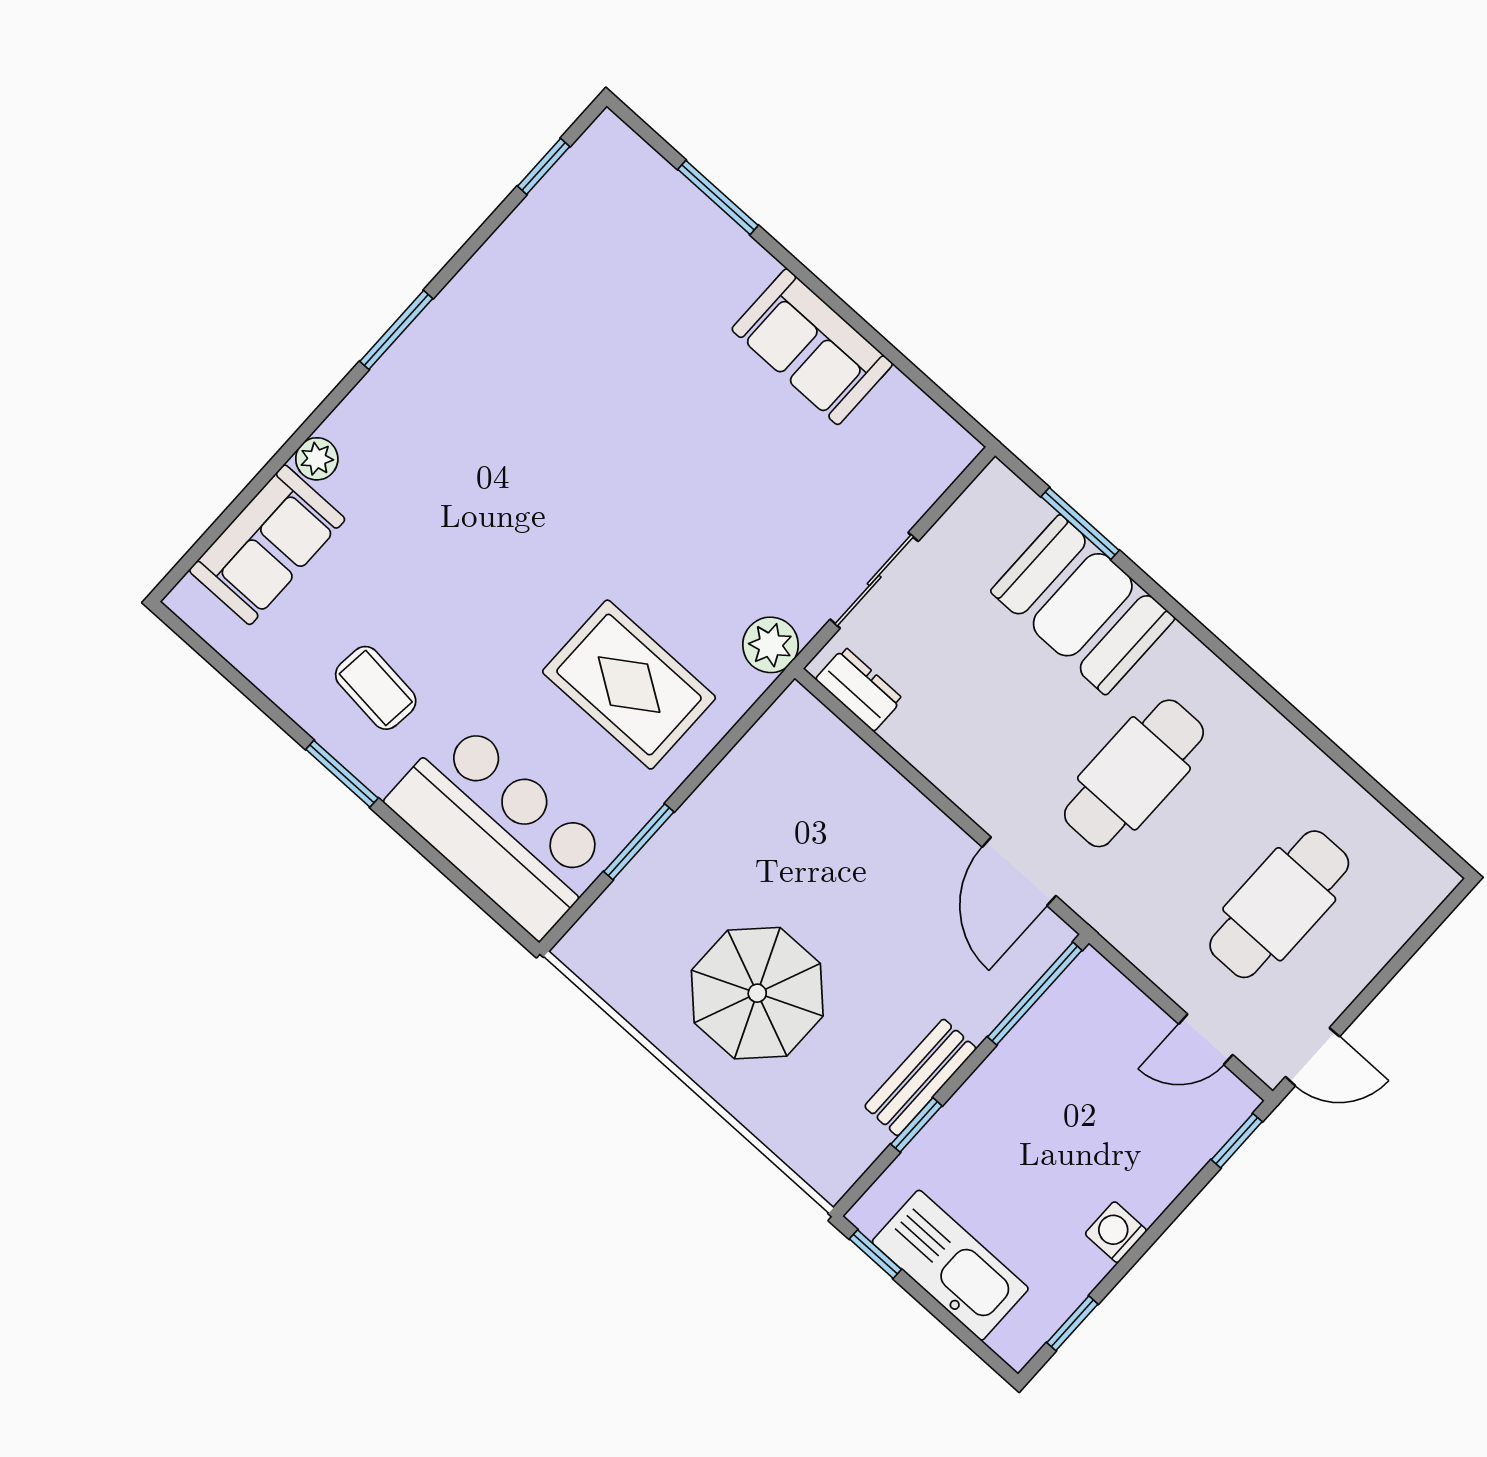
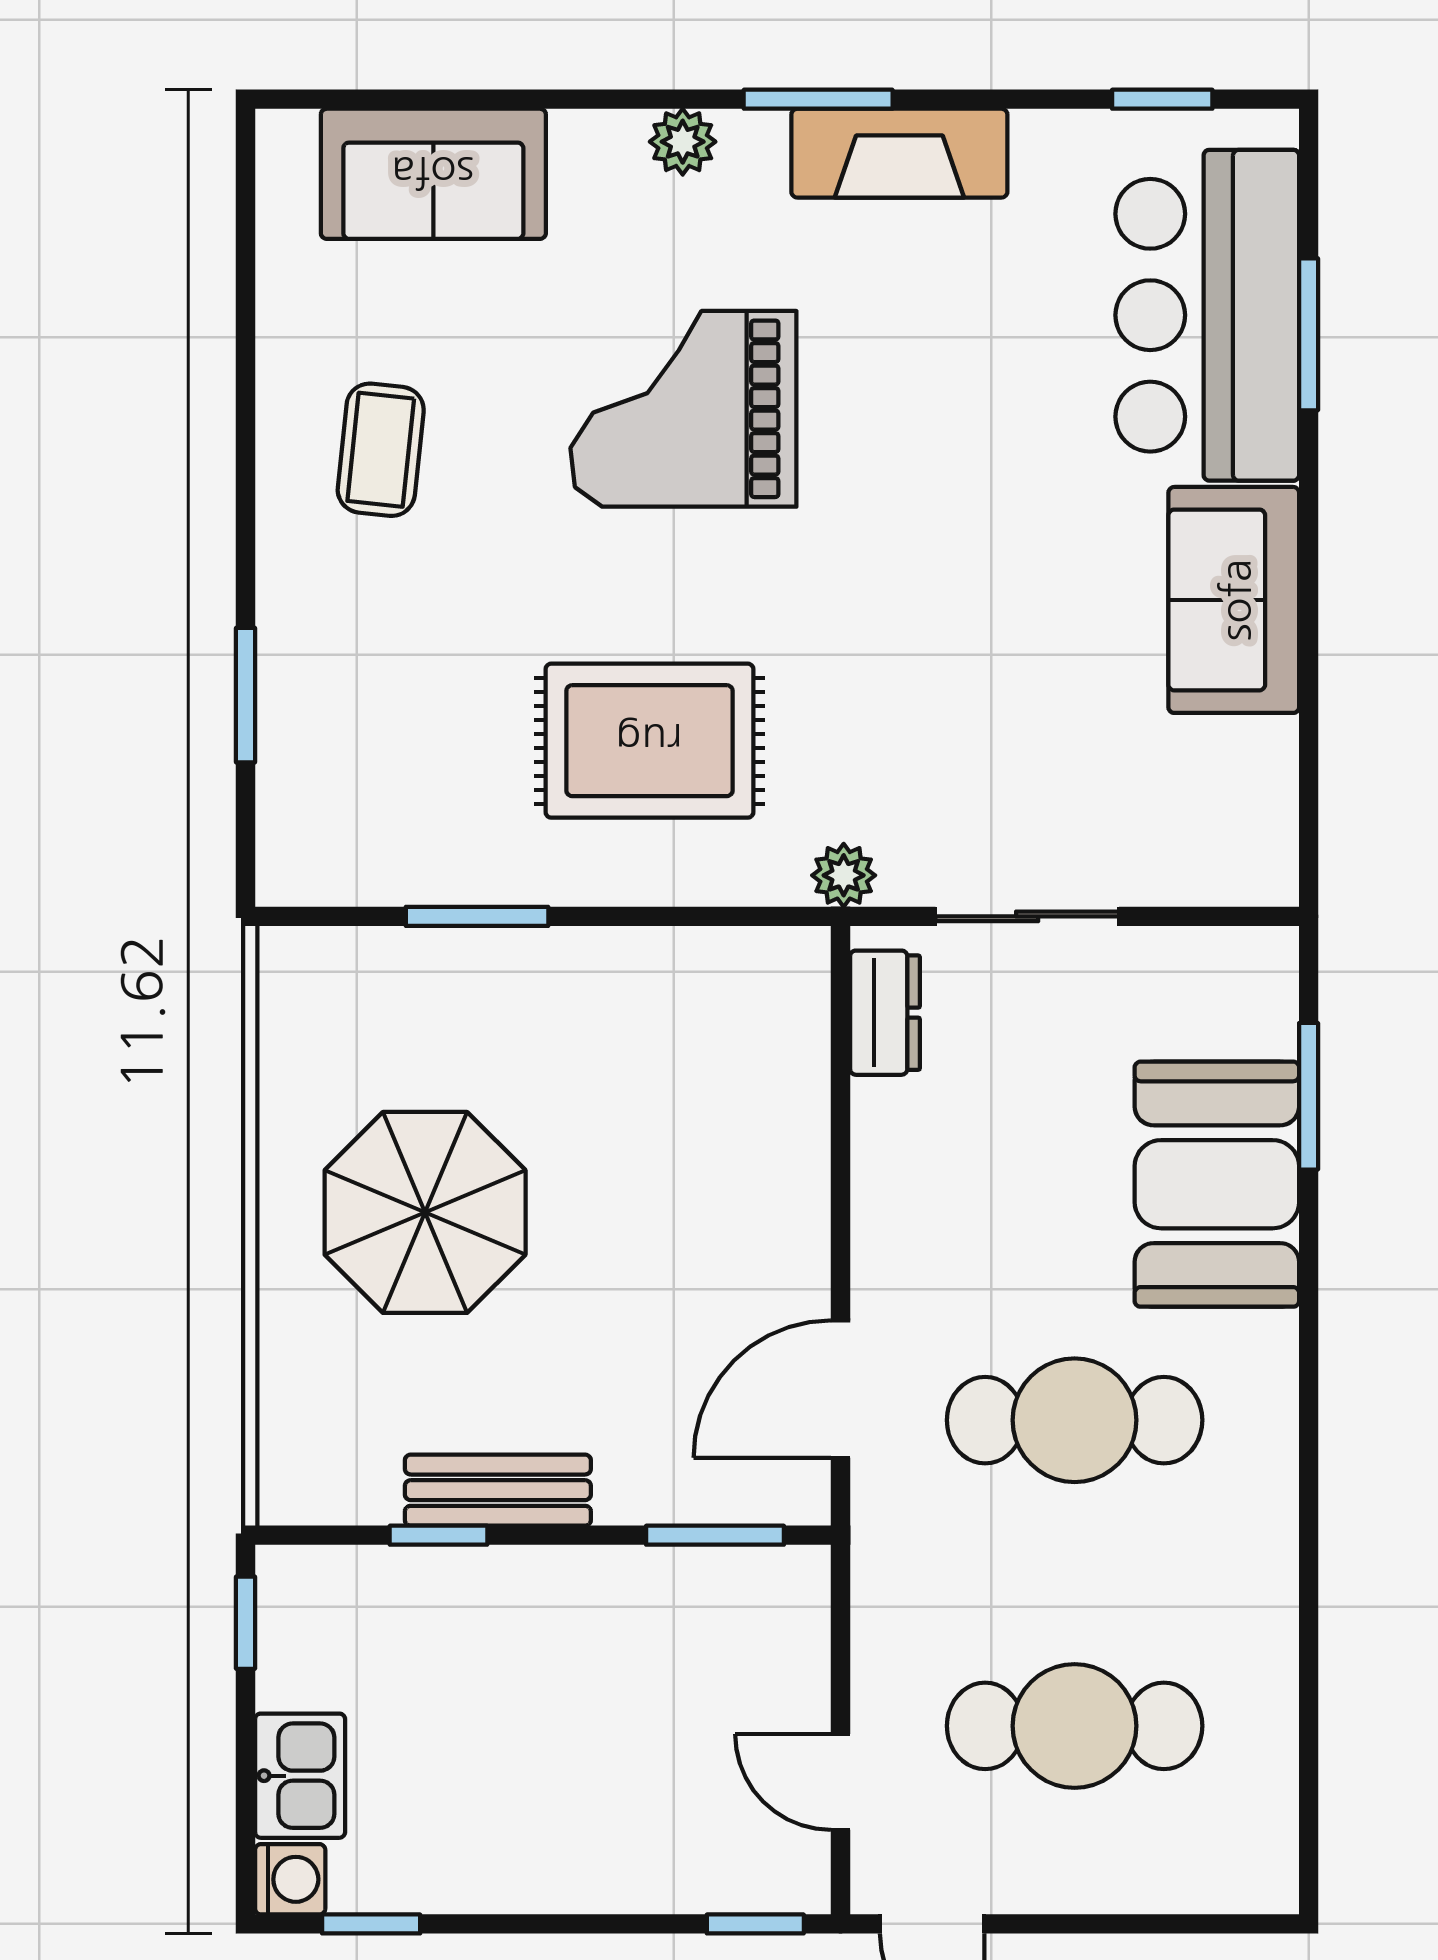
fireplace: (457, 314) -> (899, 153), added
plant: (317, 459) -> (683, 142), moved
grand piano: (486, 526) -> (683, 409), added
plant: (770, 645) -> (844, 875), width x0.73, depth x0.73
rug: (629, 685) -> (649, 741), turned 90
window: (342, 774) -> (245, 695), moved
bar counter: (500, 829) -> (1207, 315), moved, turned 180
window: (1035, 994) -> (715, 1535), width x0.69
washing machine: (1116, 1232) -> (290, 1879), moved, turned 90
kitchen sink: (950, 1265) -> (300, 1776), width x0.53, depth x0.81

